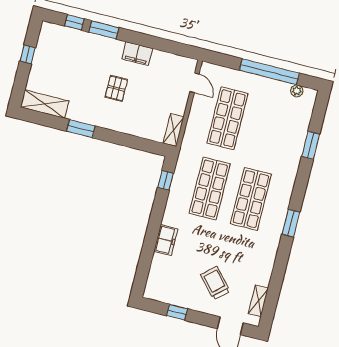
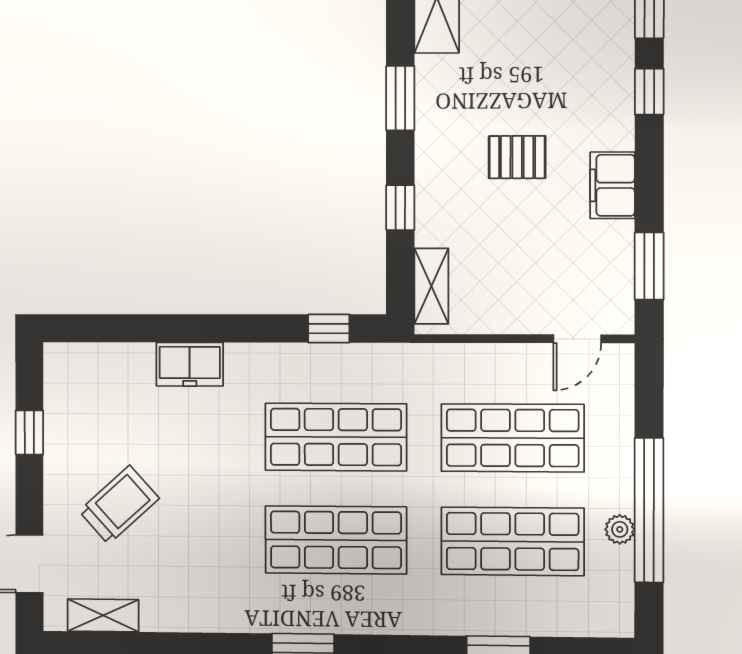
window: (104, 30) -> (649, 92), width x0.67
window: (173, 47) -> (649, 266), added
plant: (297, 91) -> (620, 529), moved
shop shelf: (269, 129) -> (513, 541), added
shelving: (174, 130) -> (431, 286), moved, turned 90
window: (125, 140) -> (400, 208), added

